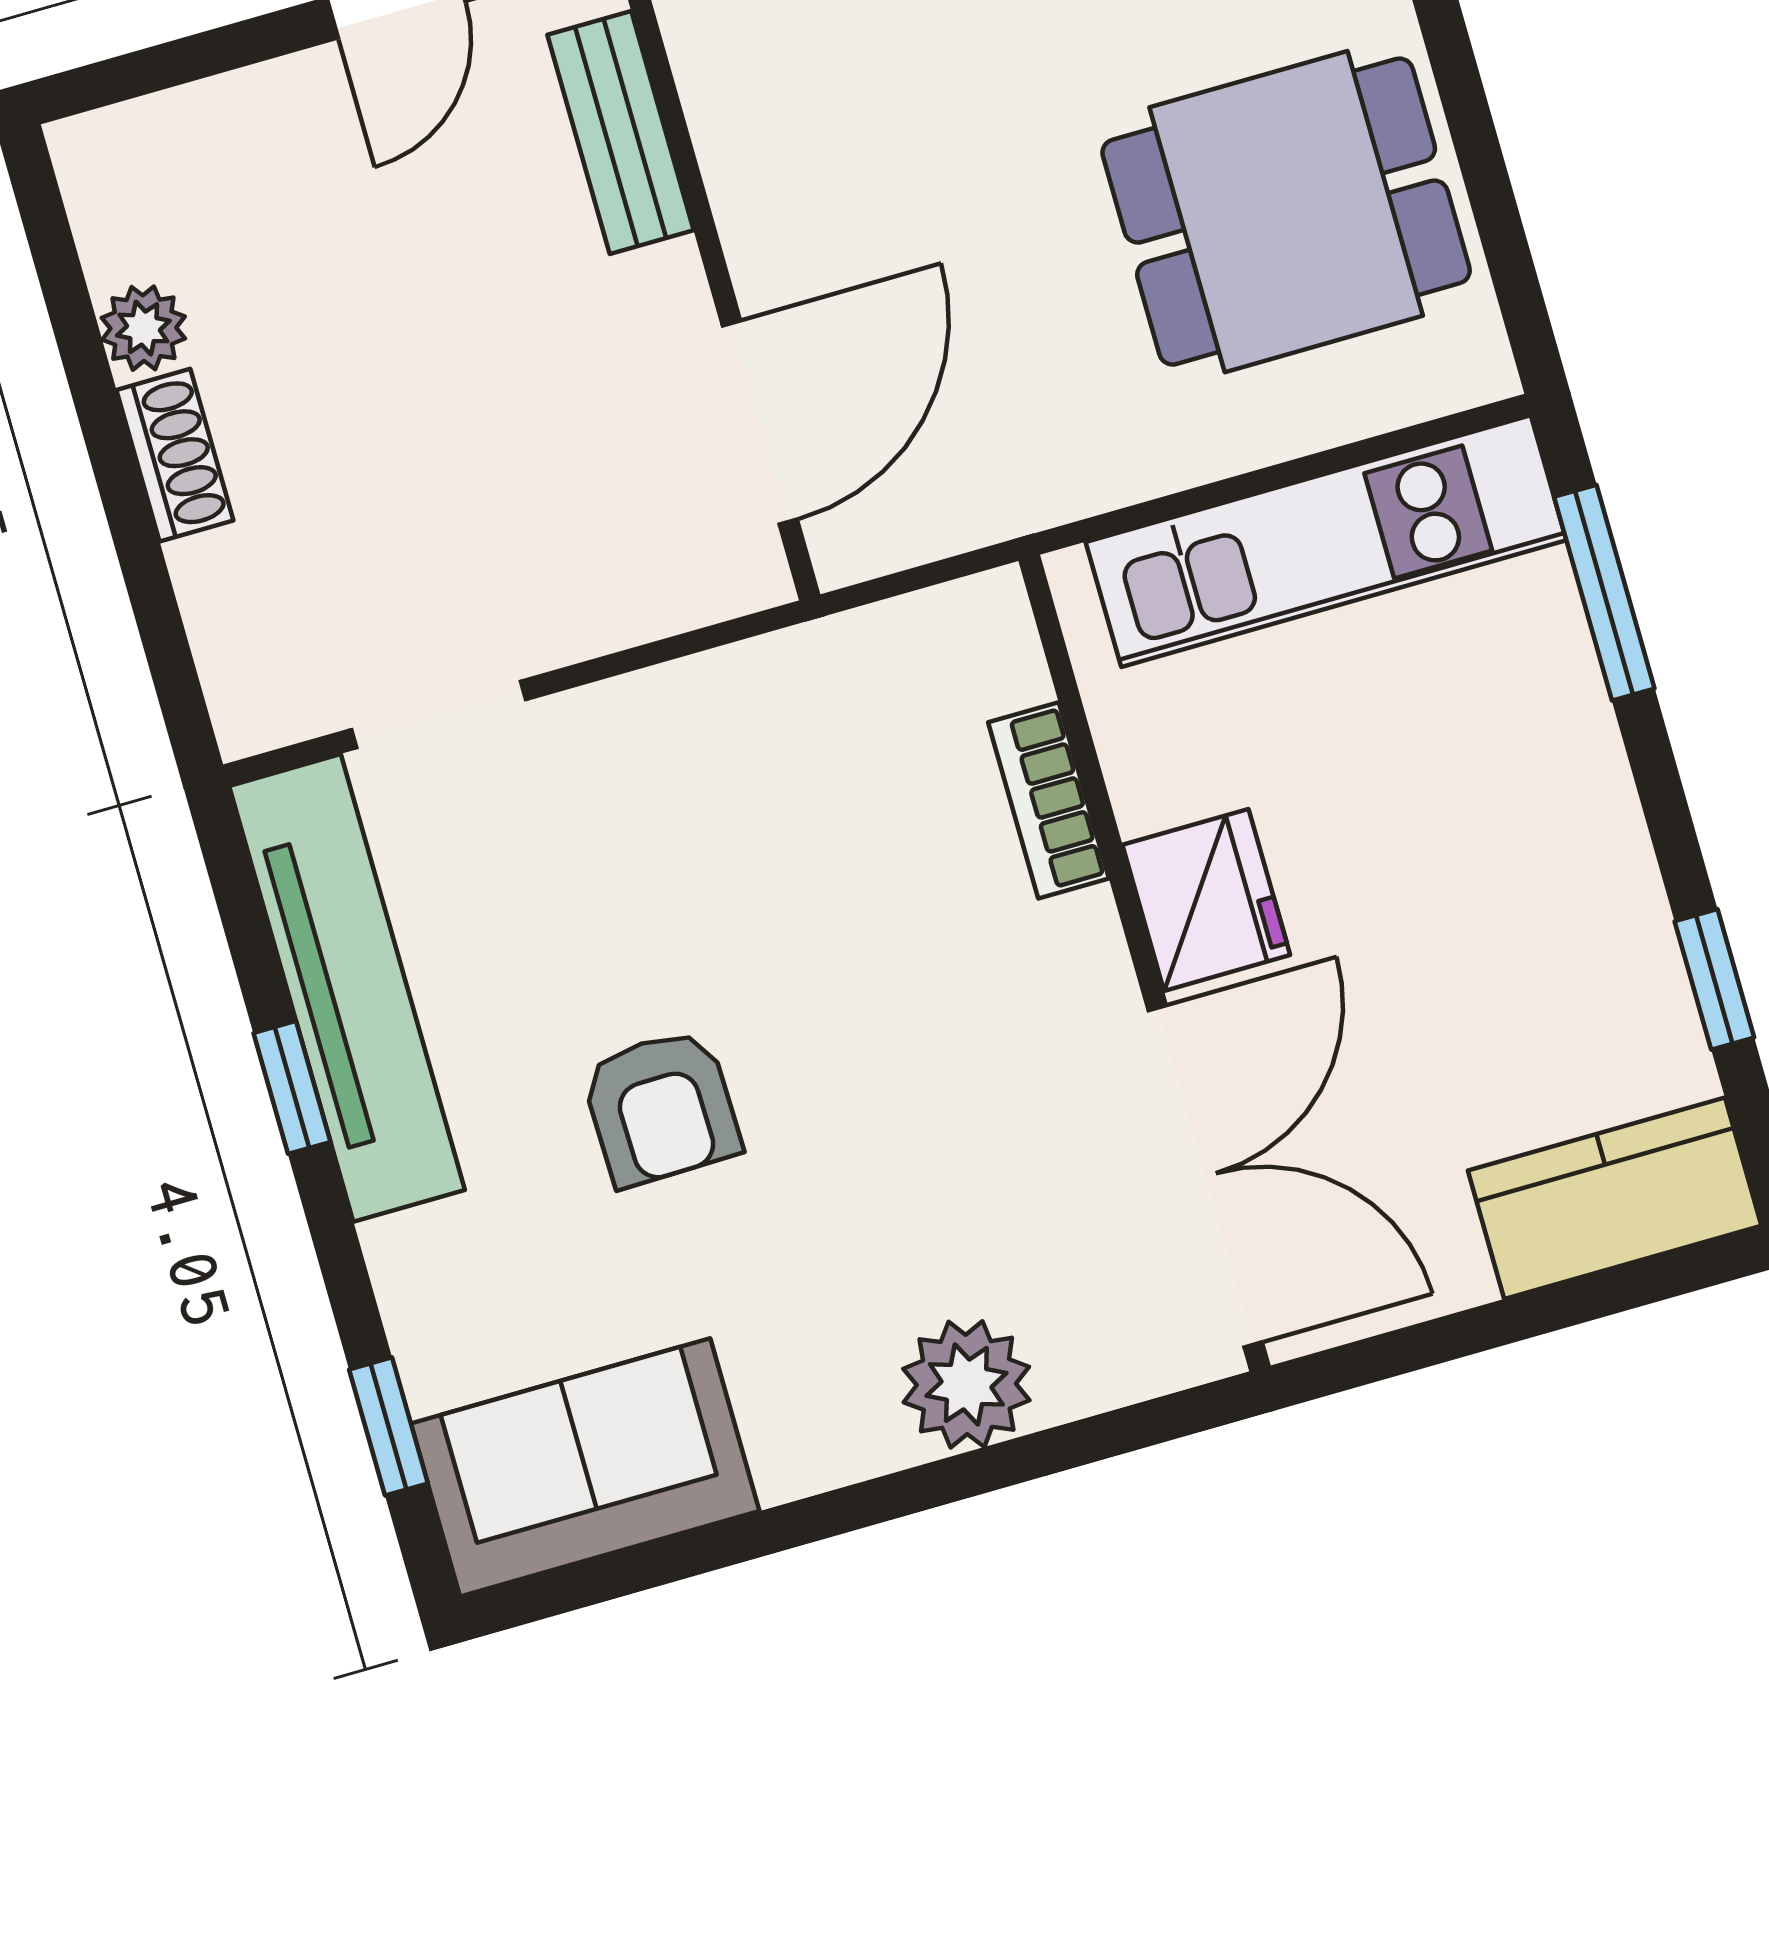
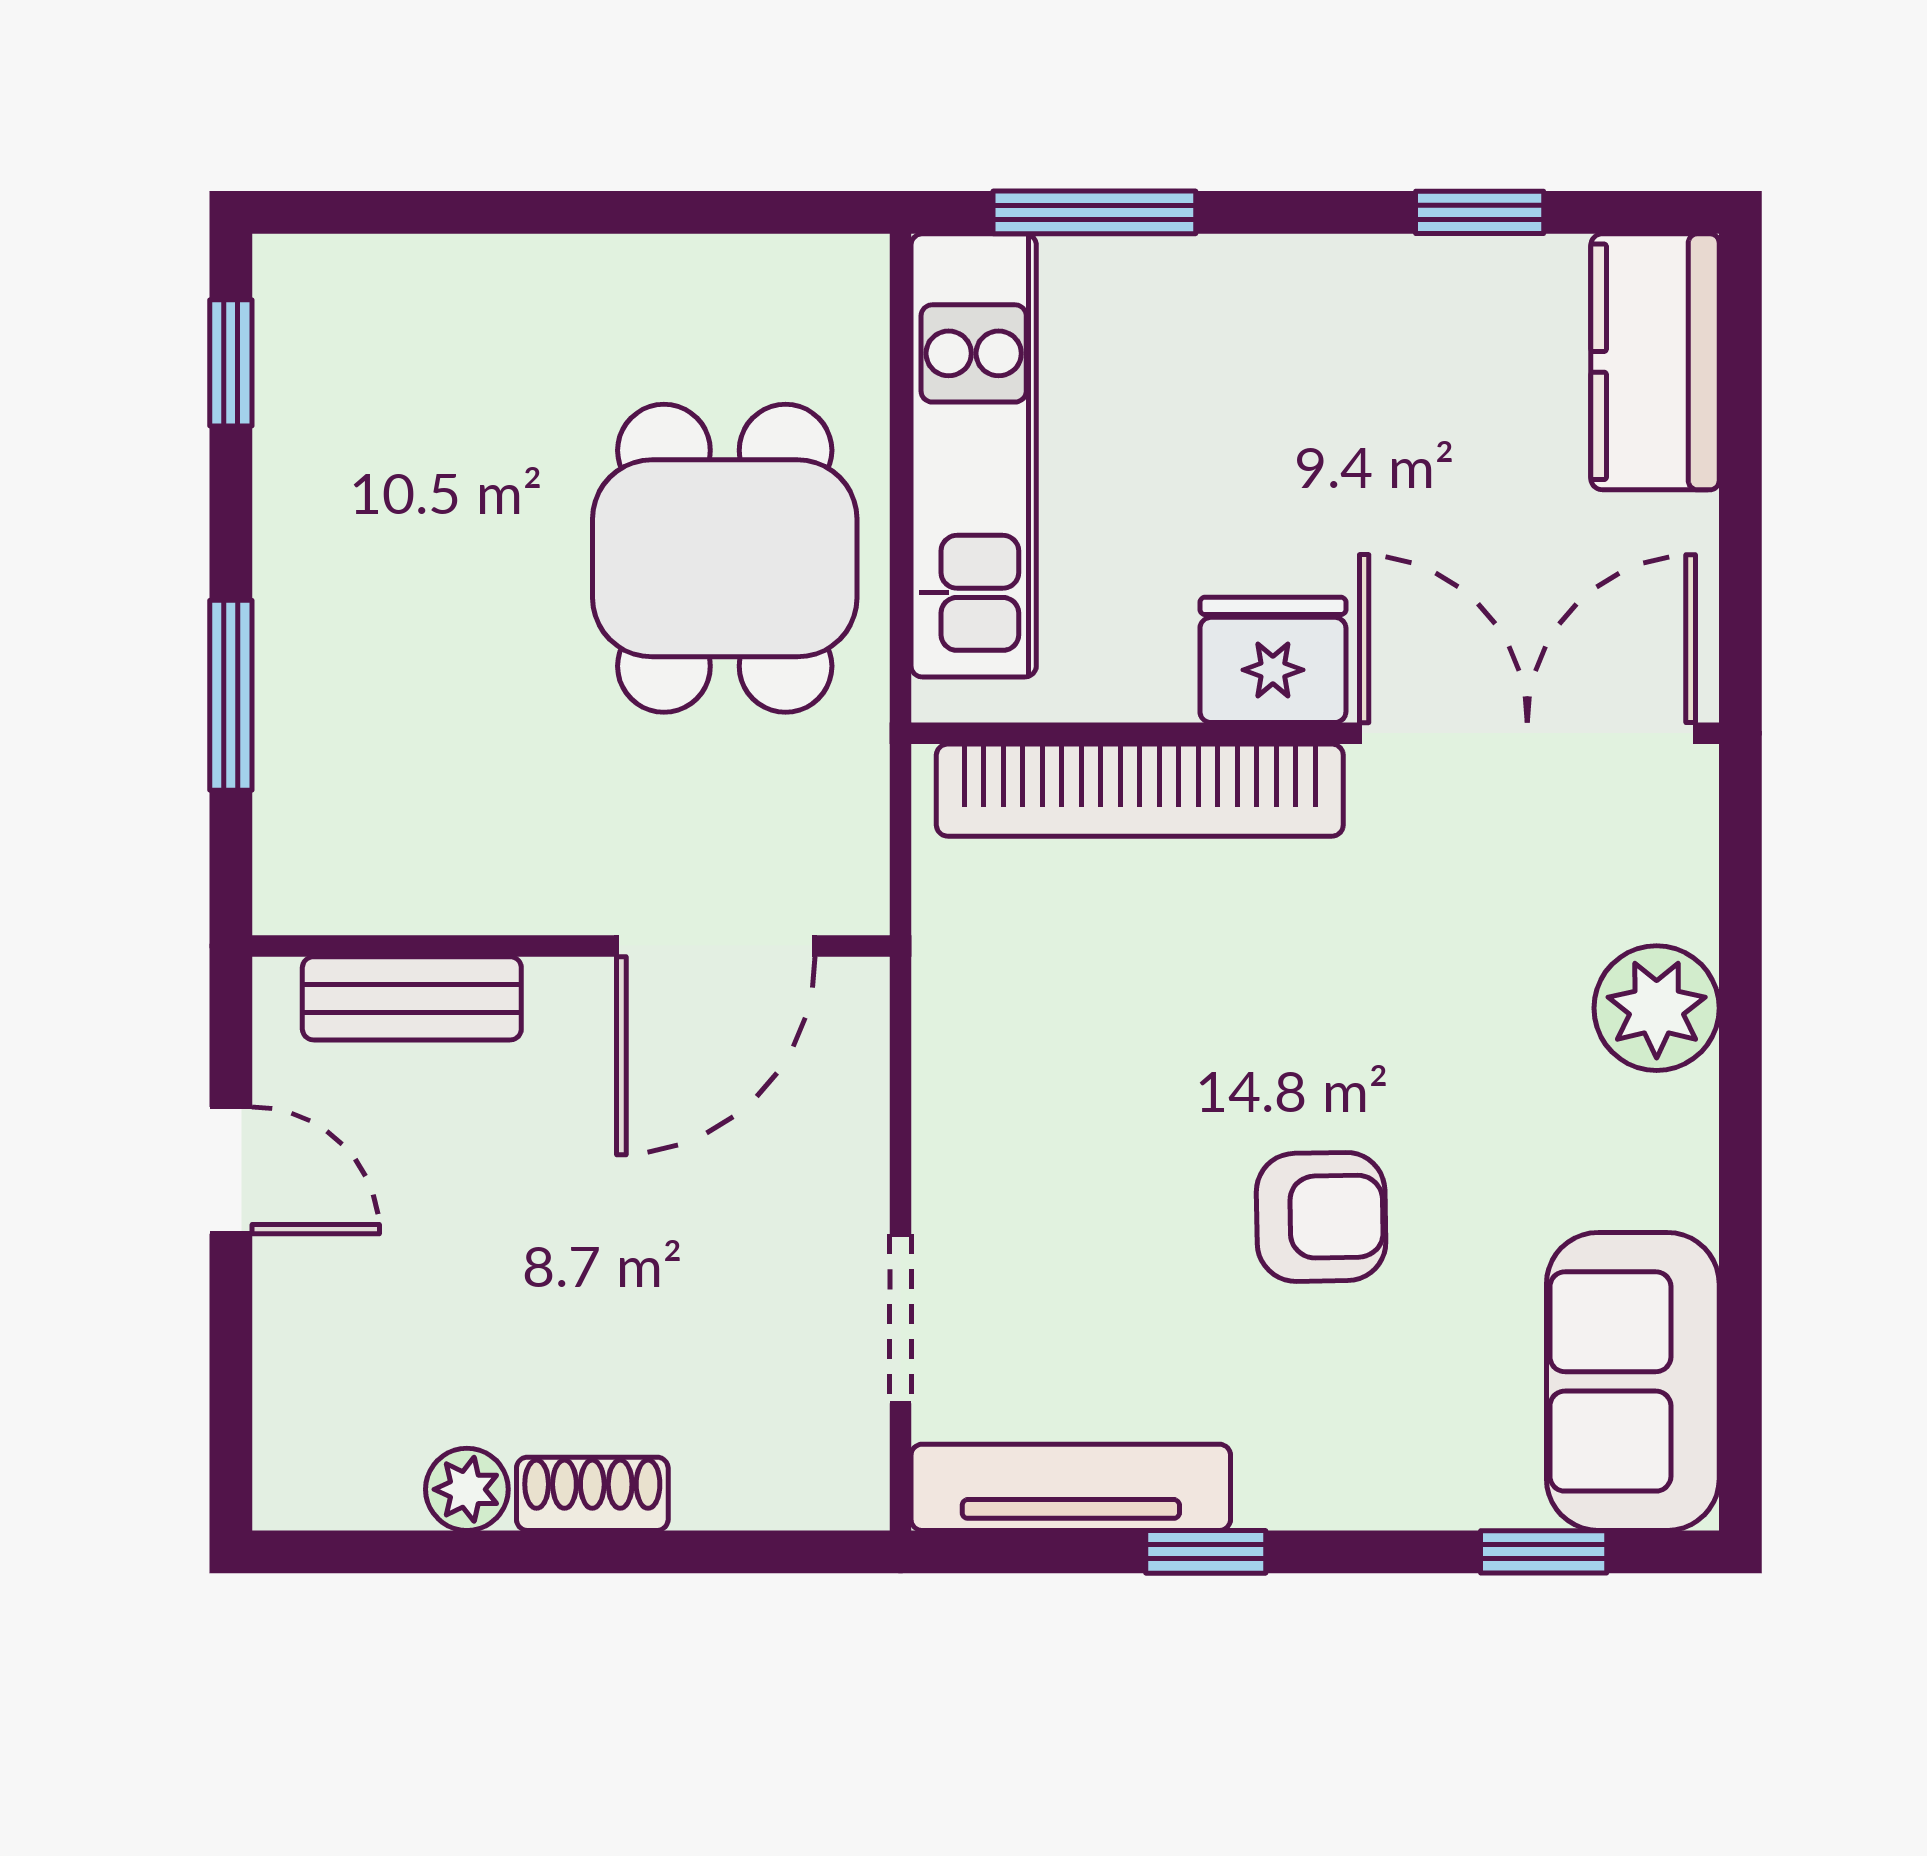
dining table: (1286, 212) -> (725, 558), moved
door: (760, 422) -> (716, 946), swing flipped
bookcase: (1049, 800) -> (1140, 790), width x2.31, depth x1.31
tv unit: (347, 988) -> (1071, 1487), width x0.73, depth x0.78

